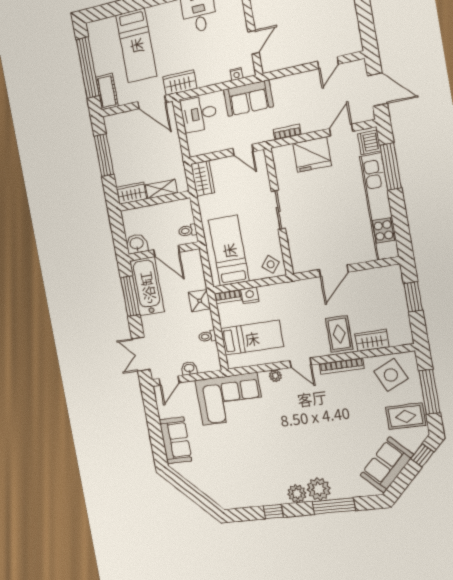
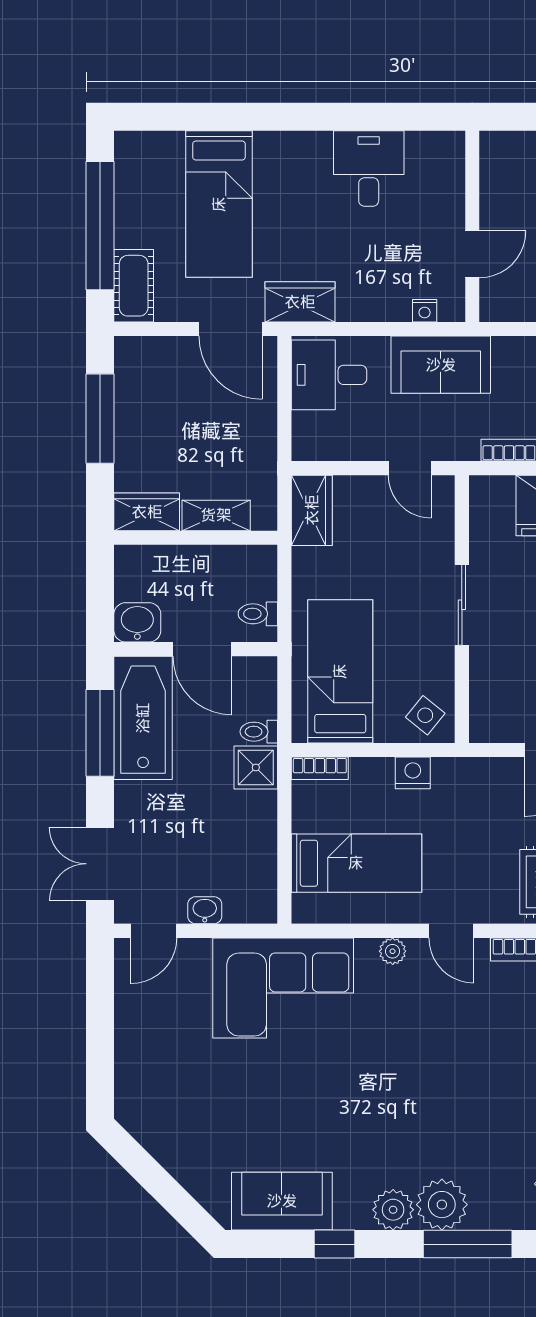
nightstand: (250, 295) -> (413, 773), moved
toilet: (207, 336) -> (259, 732), moved
sofa: (175, 440) -> (282, 1201), moved, turned -90

